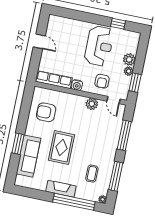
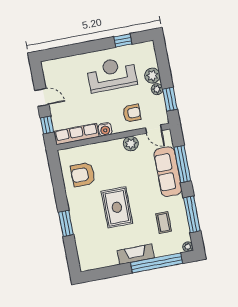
reception desk: (99, 46) -> (112, 75), turned -90
window: (35, 64) -> (47, 125), added
armchair: (102, 81) -> (132, 113), turned -90
sofa: (28, 156) -> (168, 172), moved, turned 180

